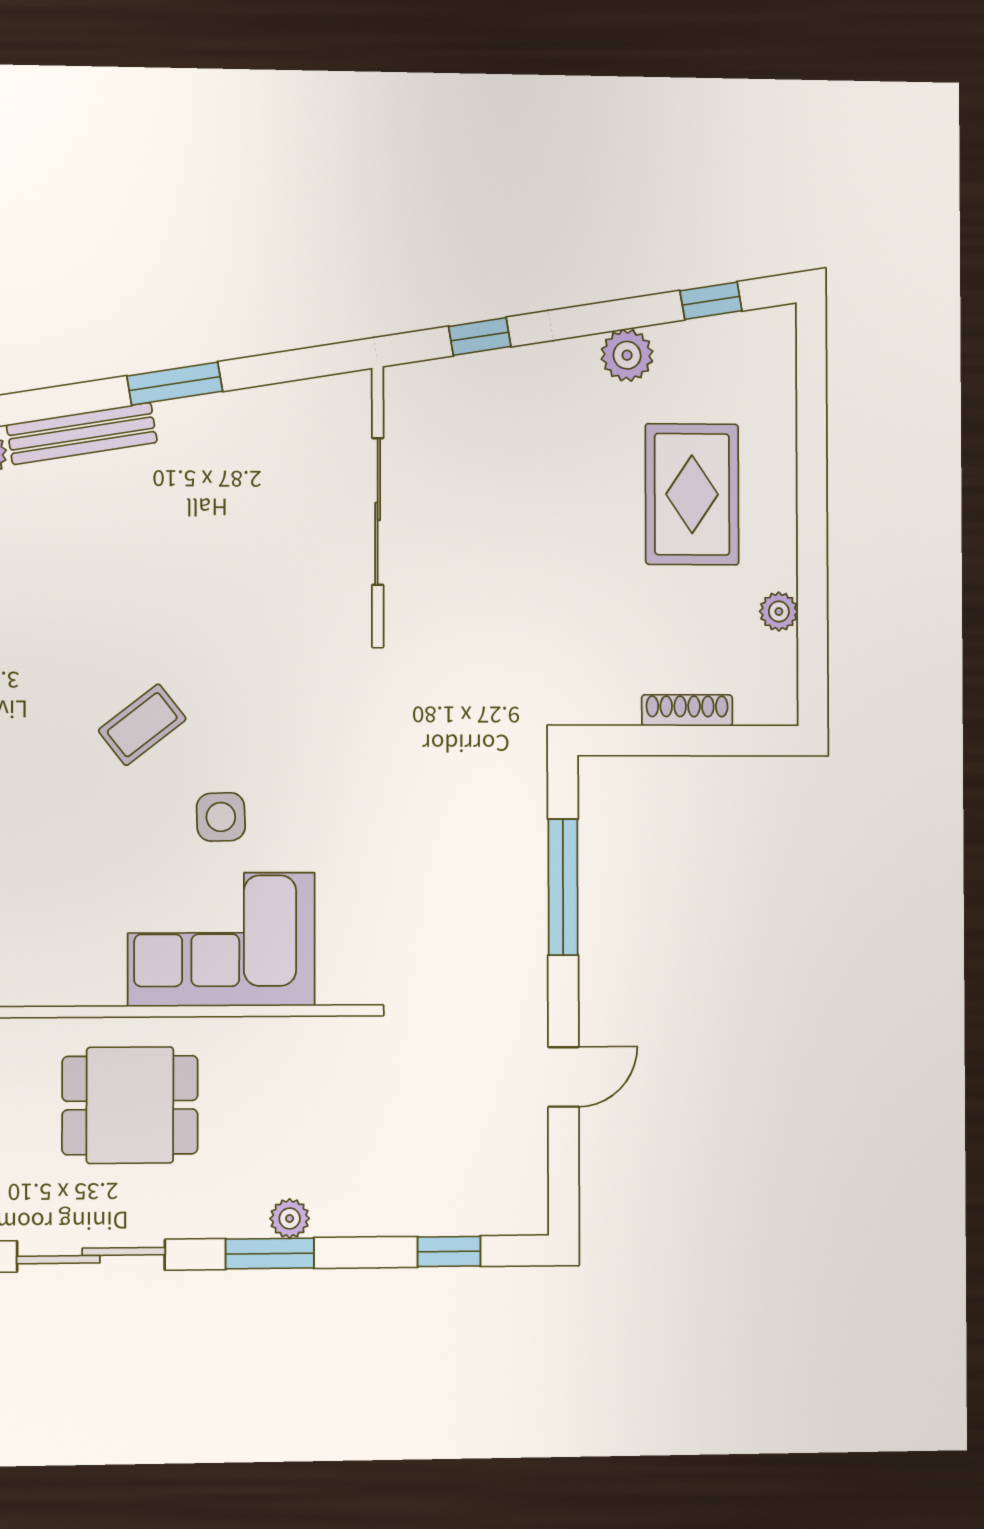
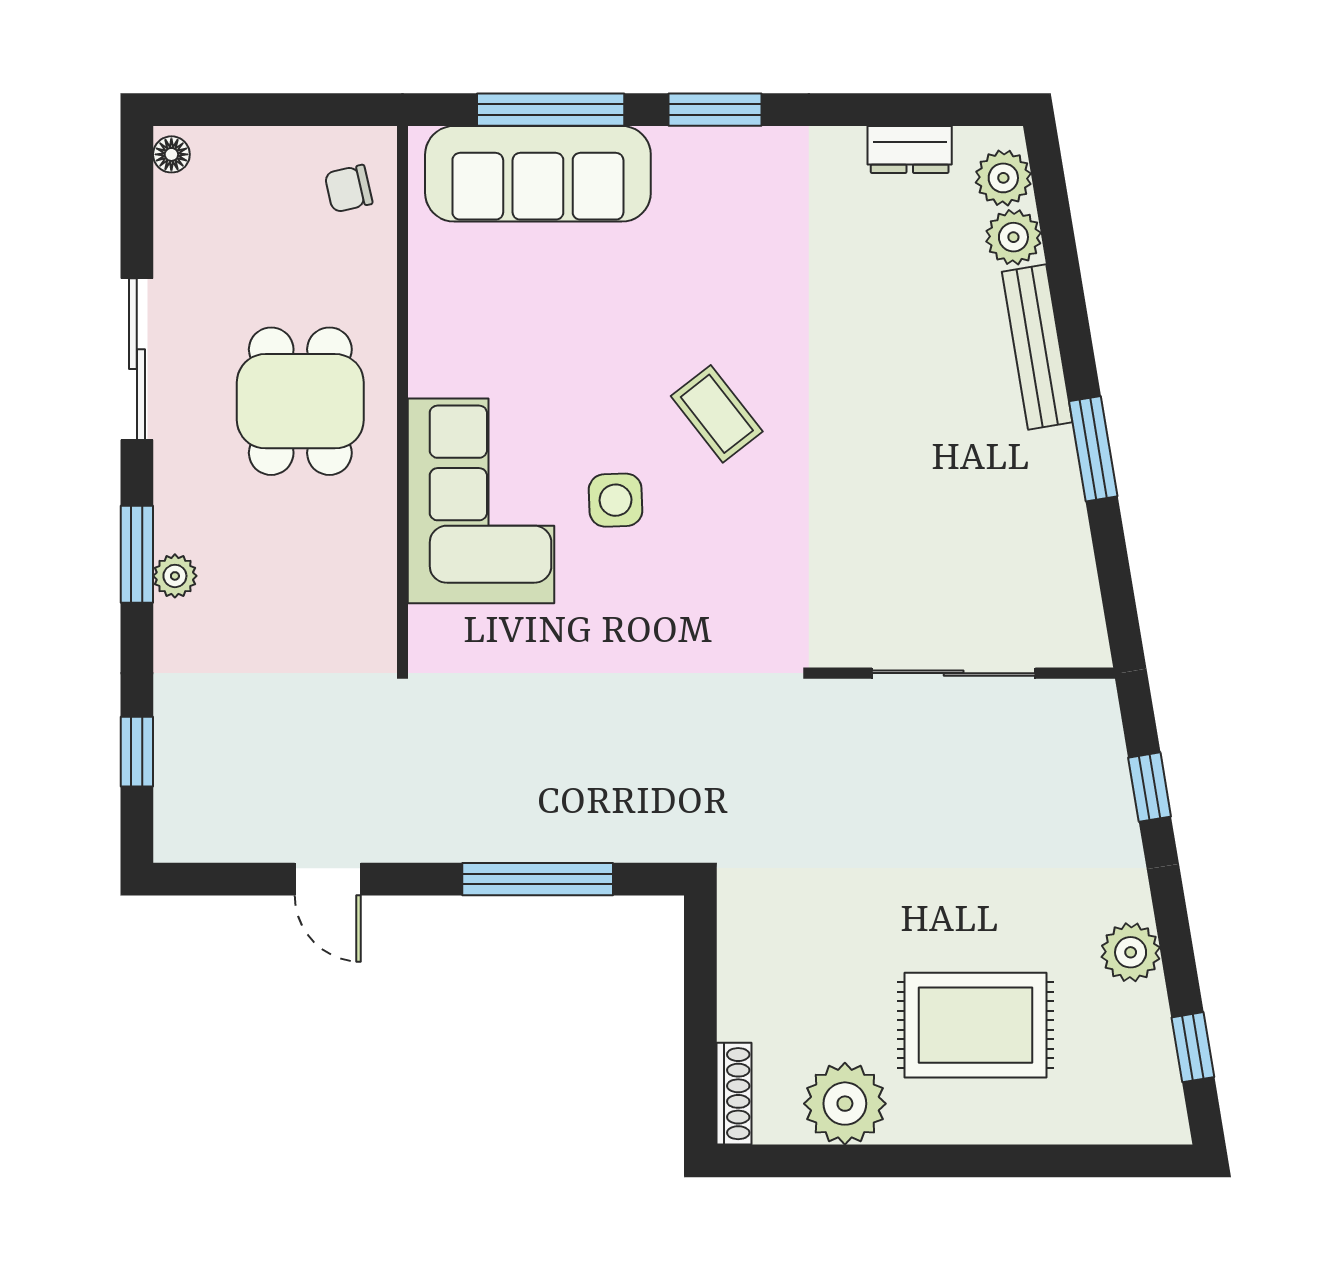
plant: (779, 612) -> (845, 1104), width x1.88, depth x1.88
shoe rack: (687, 710) -> (734, 1094), moved

